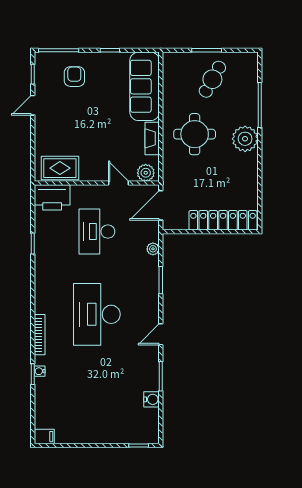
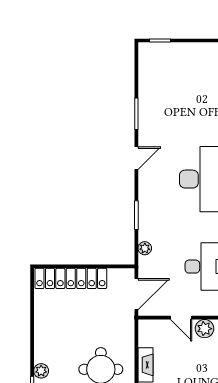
plant: (245, 139) -> (41, 371), width x0.53, depth x0.53
plant: (146, 173) -> (205, 329), moved
water cooler: (152, 399) -> (146, 89), removed

